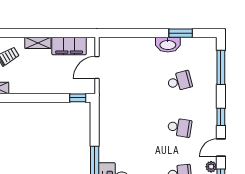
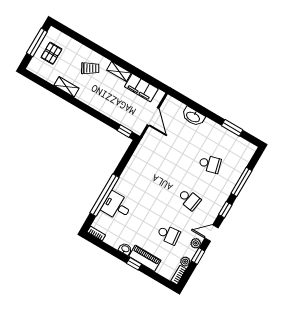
washbasin: (168, 45) -> (193, 117), moved
window: (221, 67) -> (242, 182), moved
door: (97, 68) -> (153, 117), swing flipped

